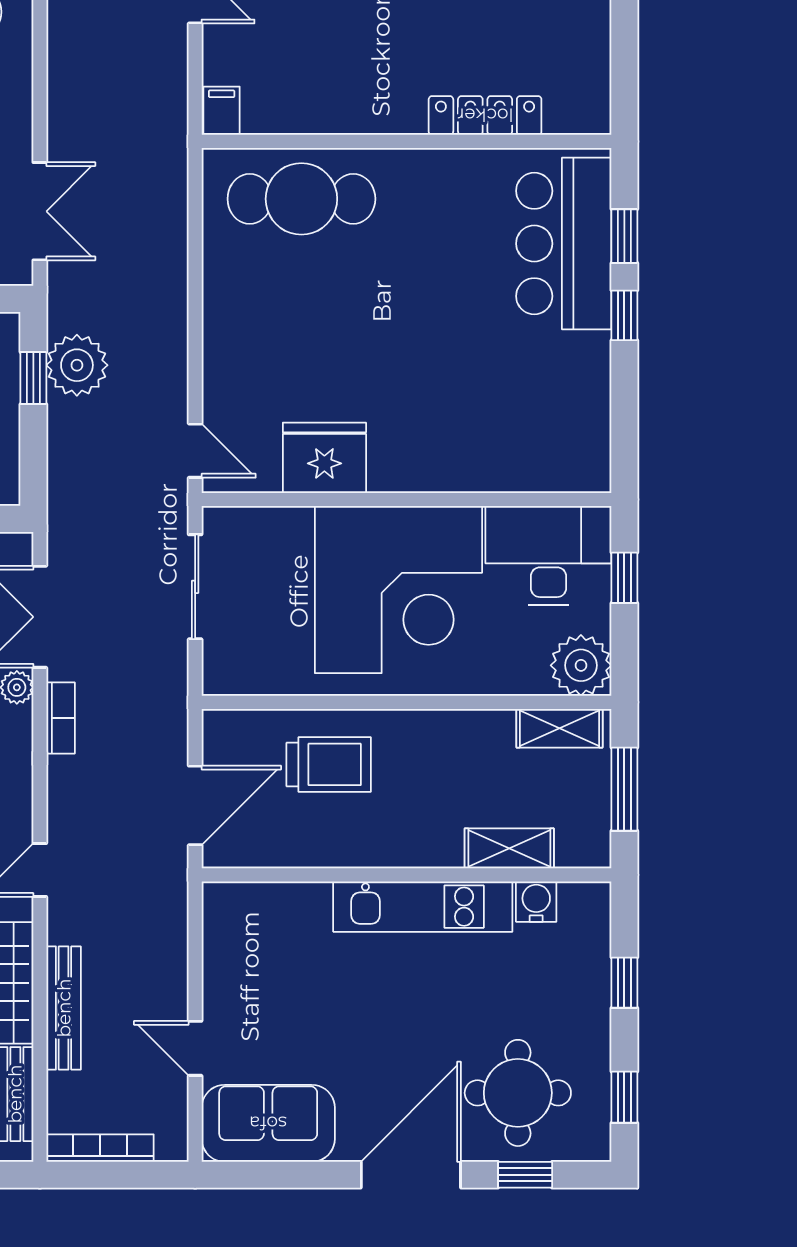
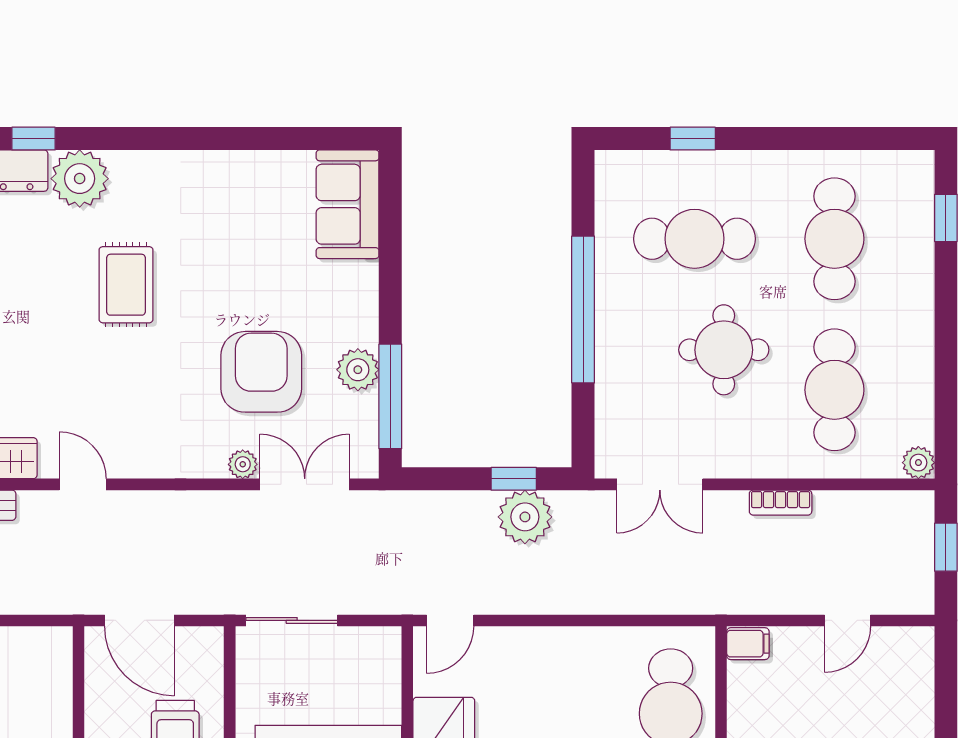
sliding door: (195, 587) -> (292, 620), moved
bookcase: (61, 718) -> (781, 503), moved

